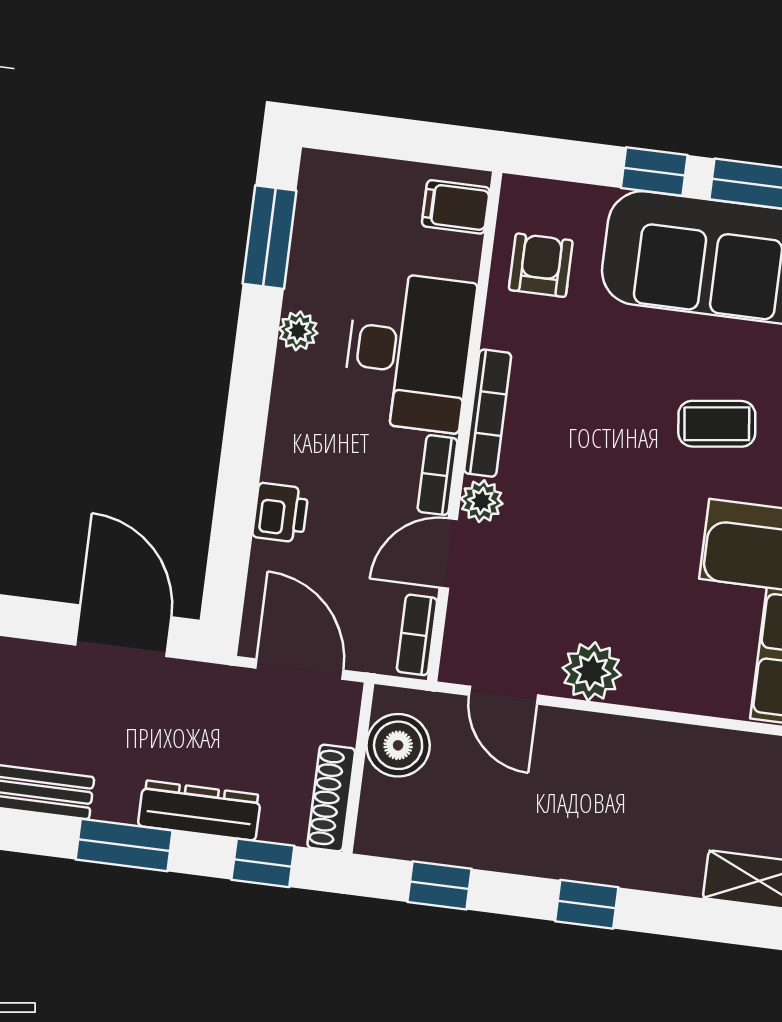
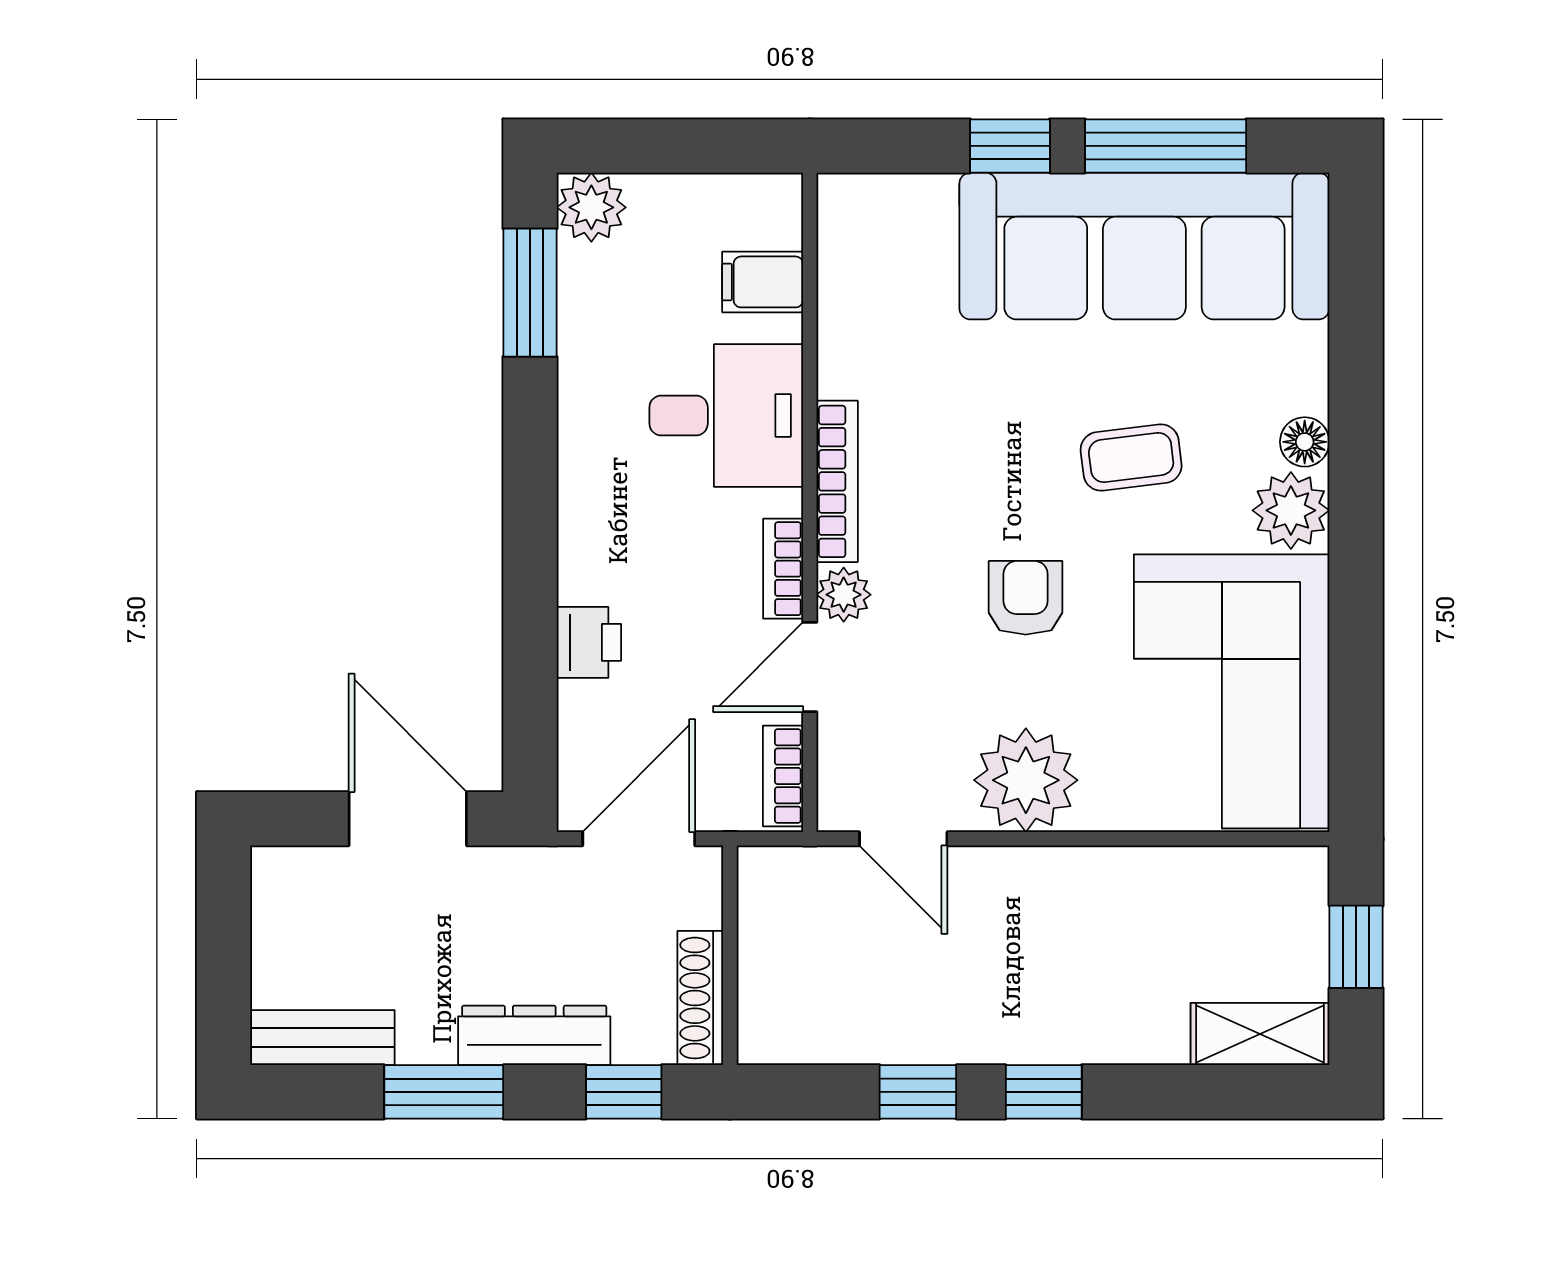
filing cabinet: (456, 207) -> (763, 282), moved
armchair: (541, 265) -> (1026, 598), moved
plant: (298, 331) -> (591, 207), moved, width x1.38, depth x1.38
desk: (409, 351) -> (726, 415), width x0.73
door: (299, 669) -> (639, 839), hinge flipped
plant: (592, 671) -> (1026, 780), width x1.36, depth x1.36
boiler: (398, 745) -> (777, 920), removed
window: (439, 885) -> (918, 1092), moved

